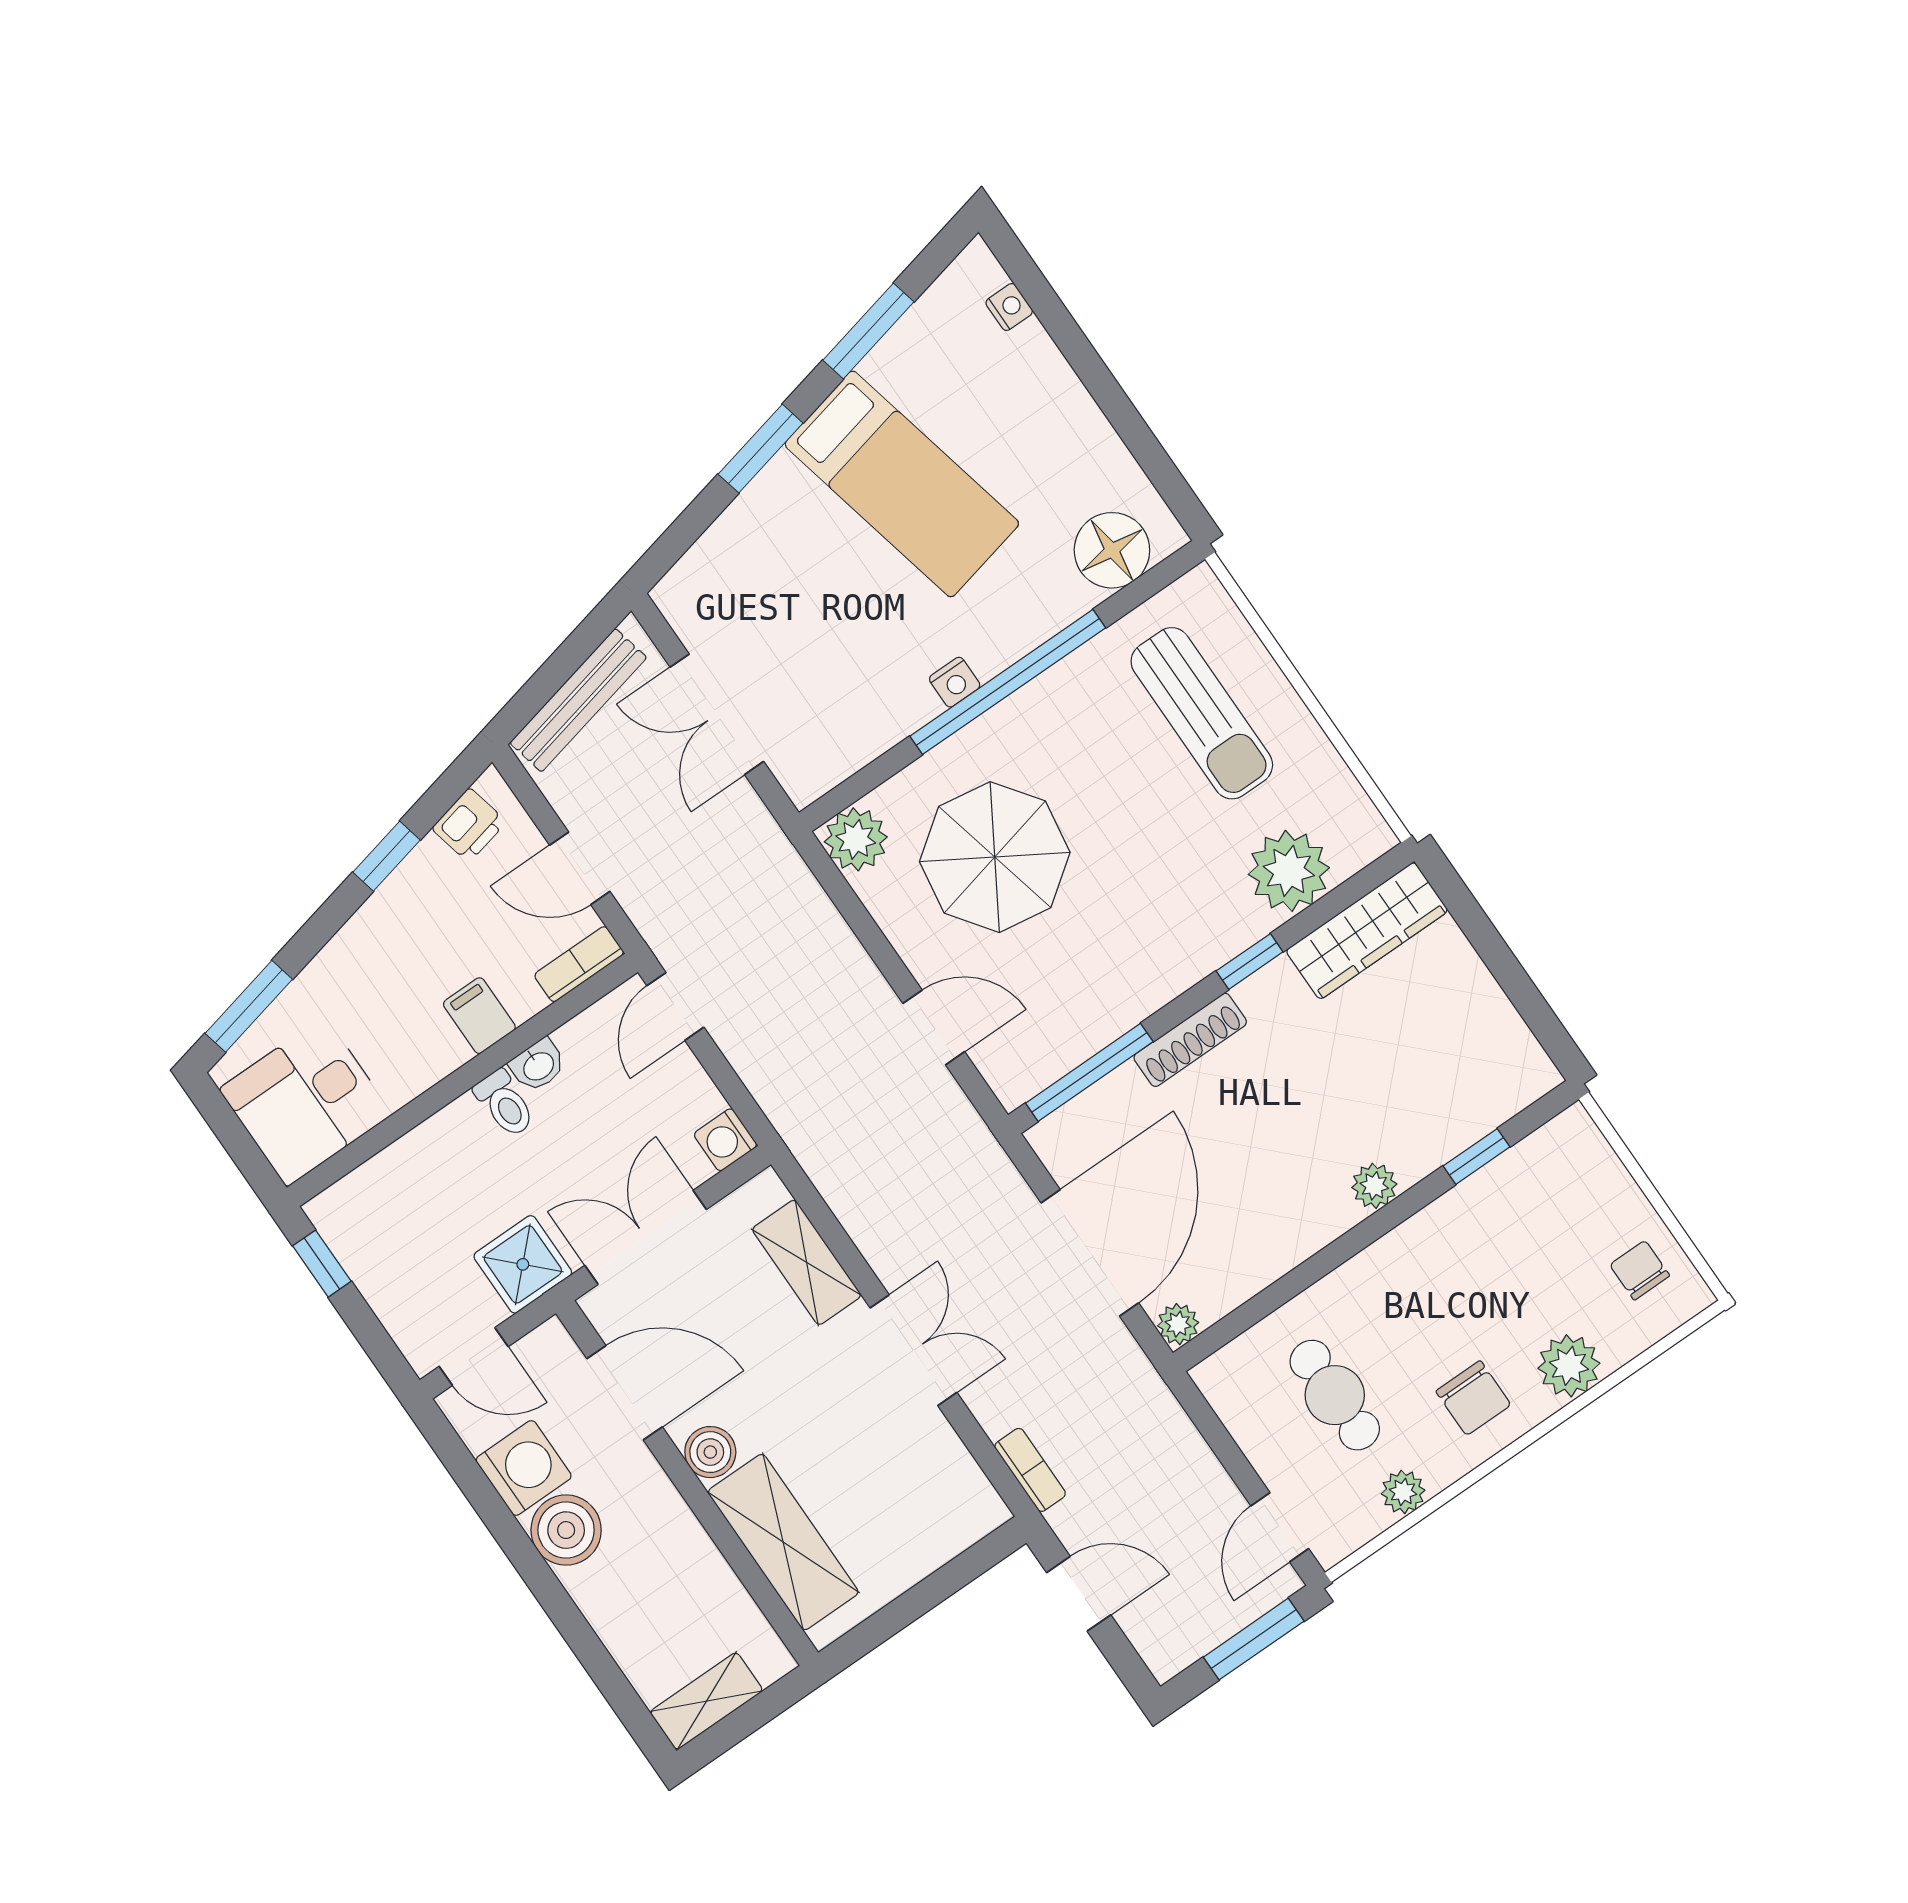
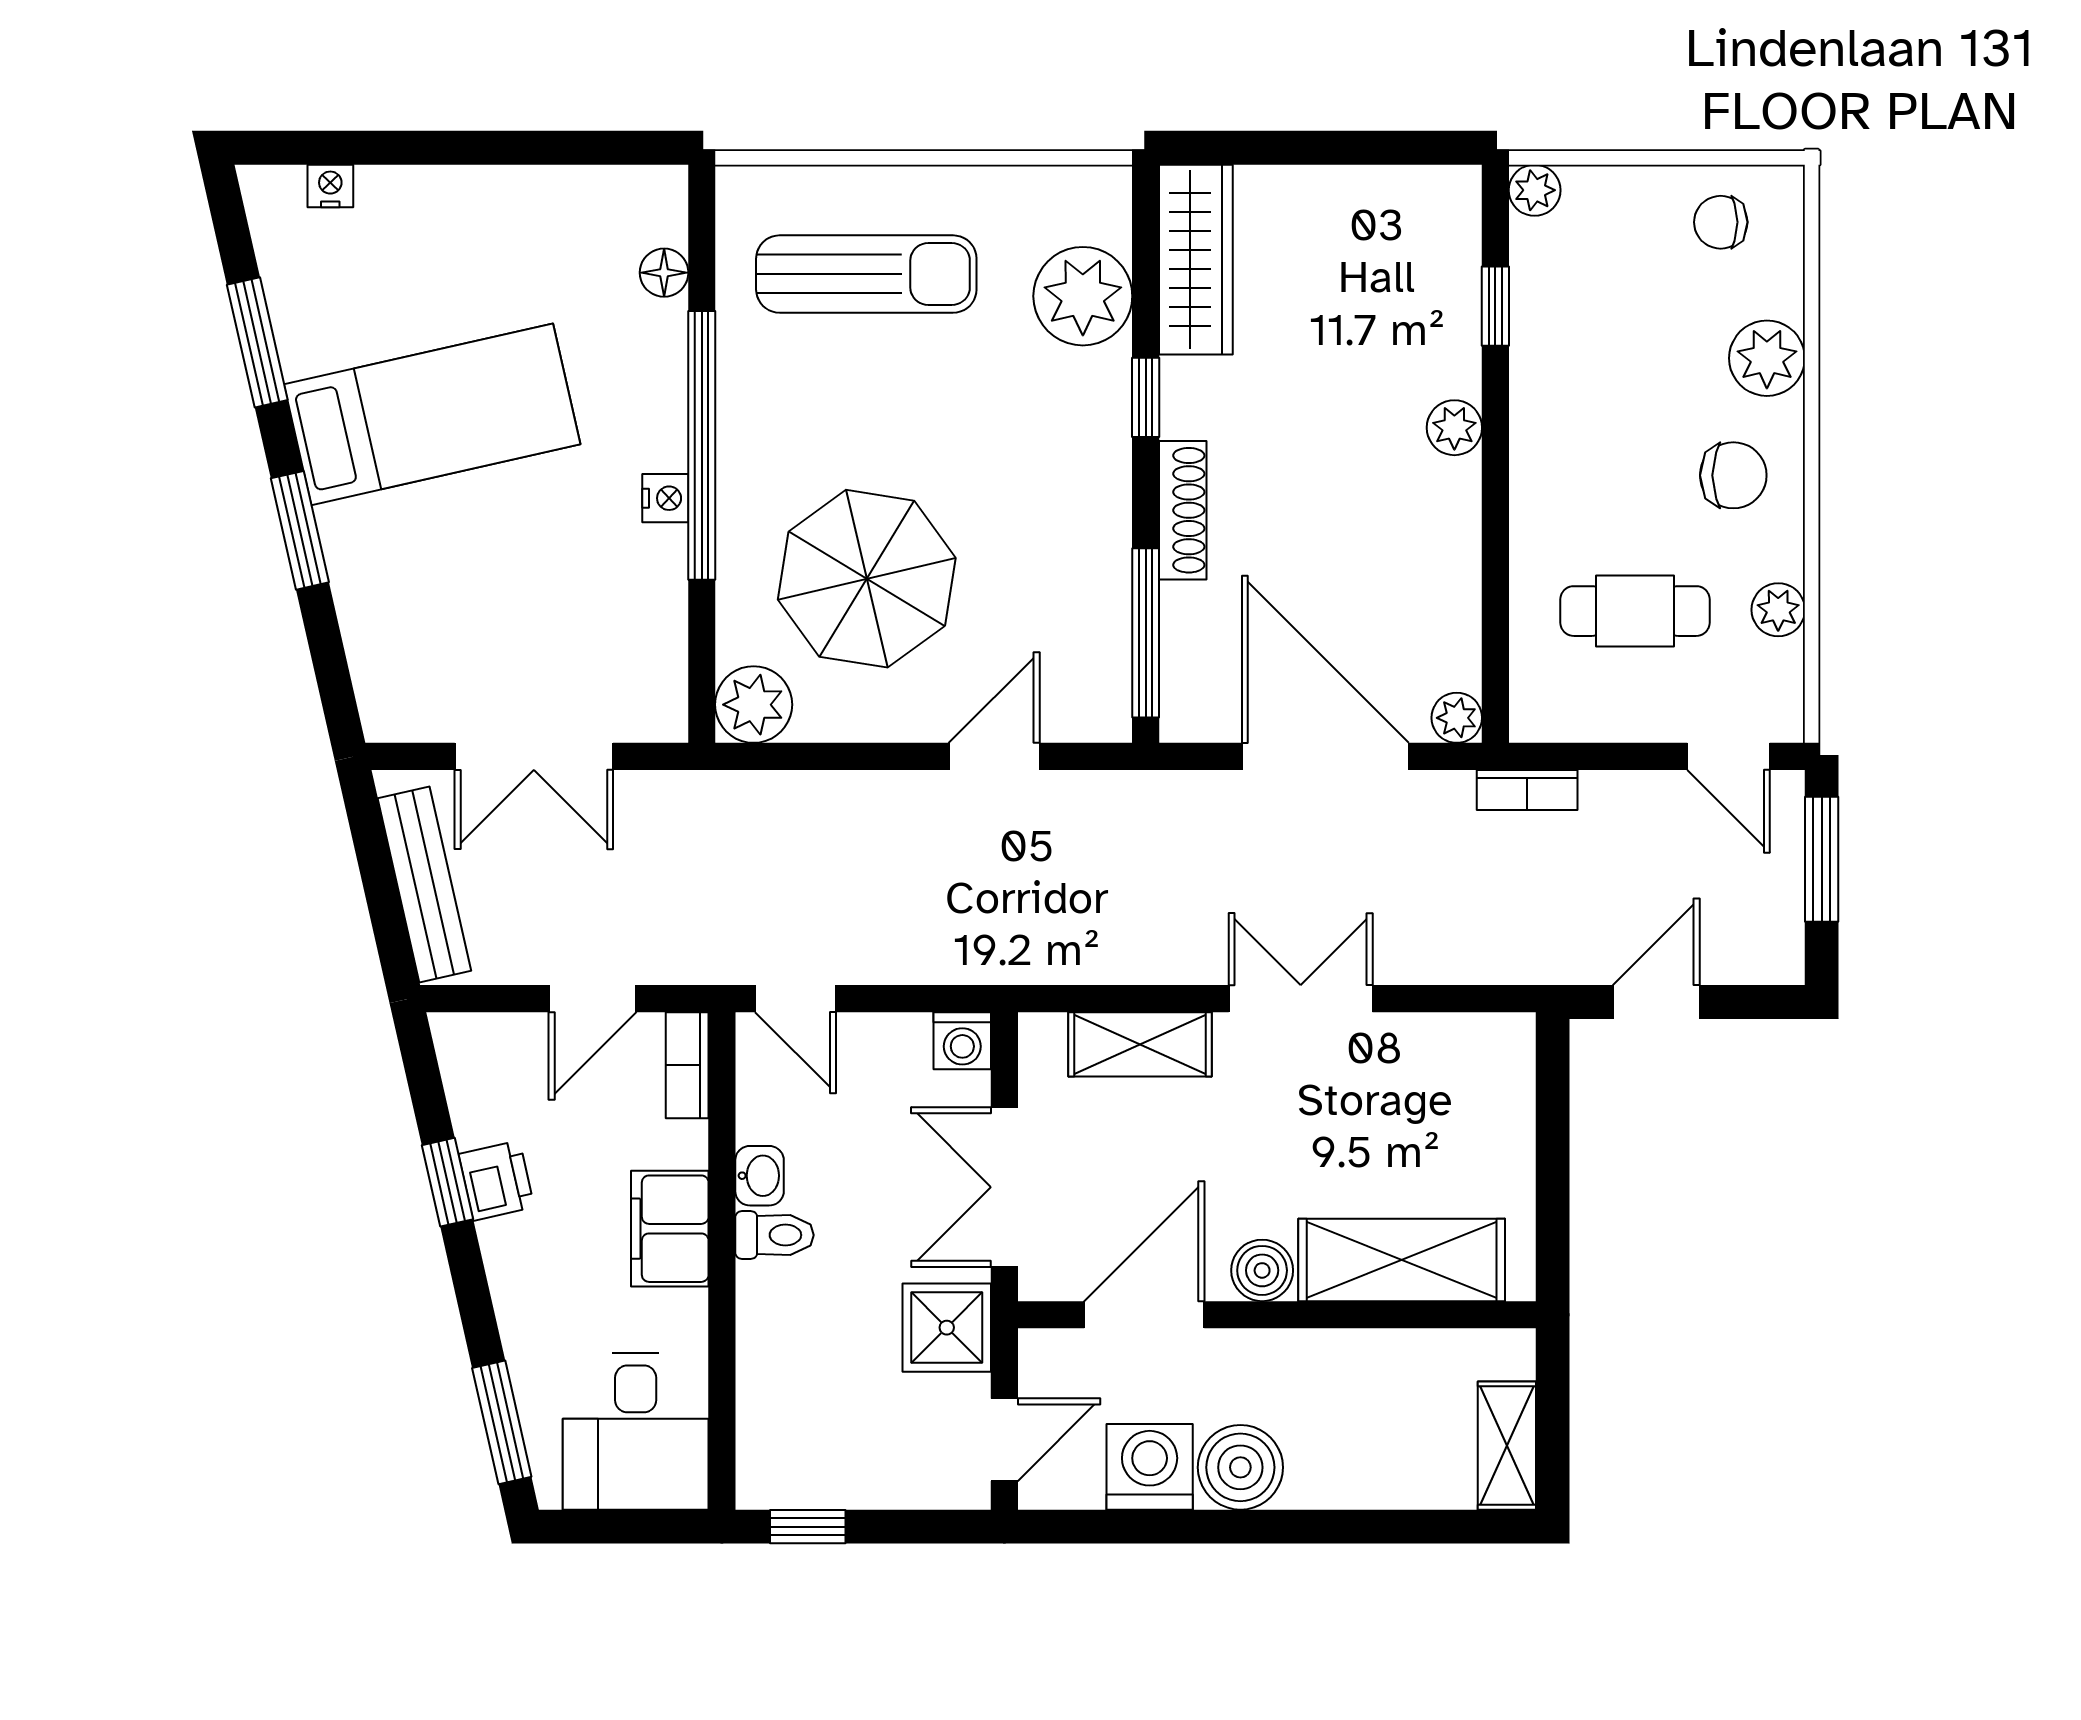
floor lamp: (1112, 550) -> (664, 273), width x0.53, depth x0.53
printer: (469, 825) -> (496, 1181), moved
filing cabinet: (479, 1016) -> (670, 1229), width x2.00
plant: (1574, 1129) -> (1535, 190), added
bookcase: (1030, 1470) -> (1527, 790), moved, turned 180

